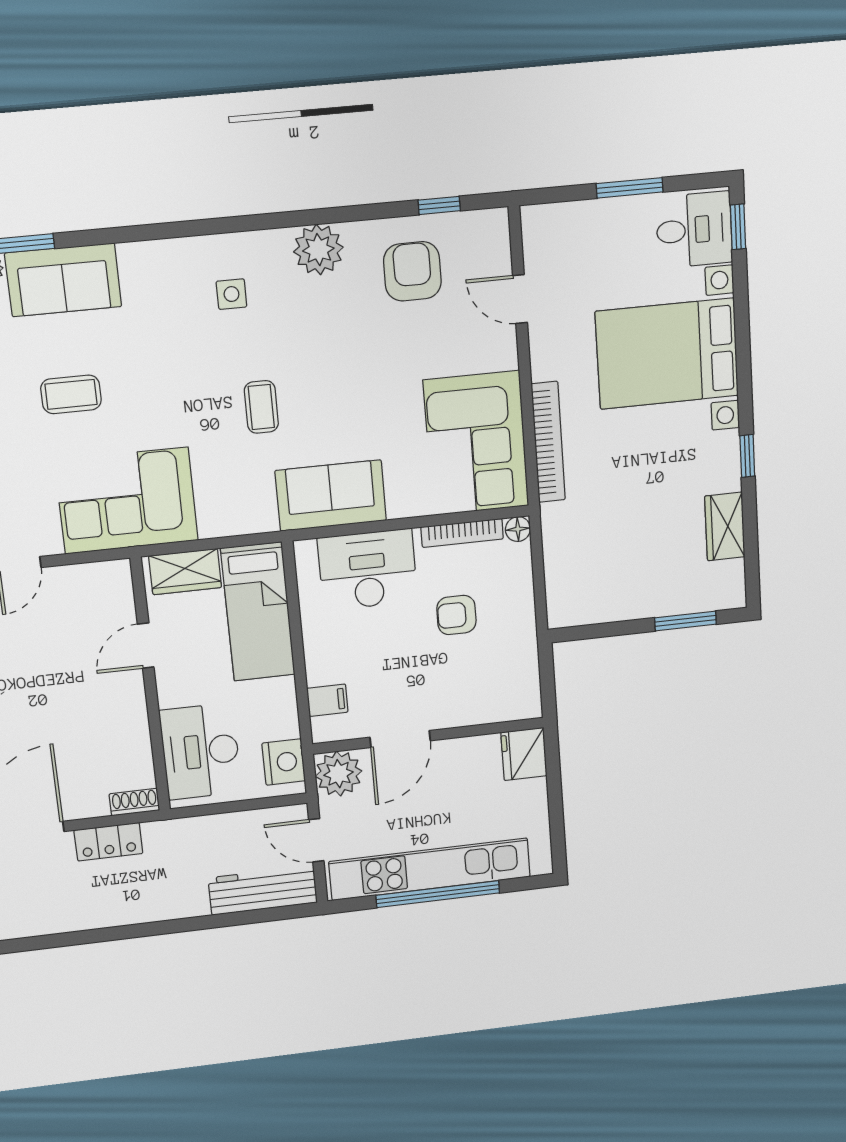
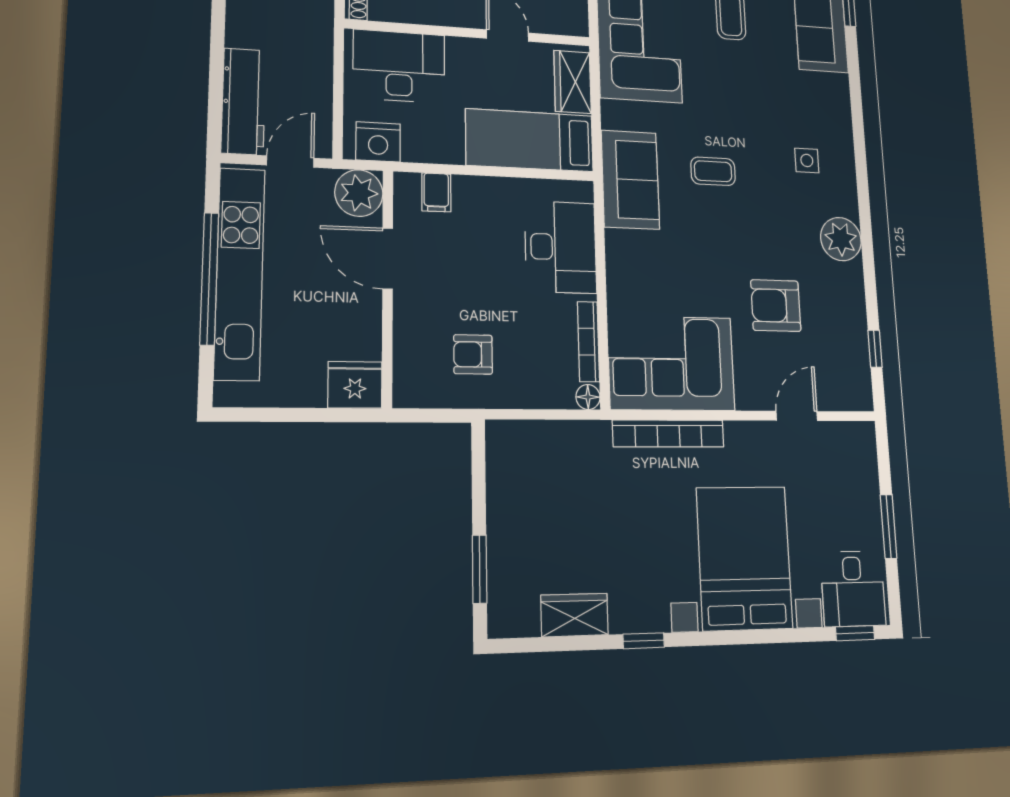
armchair: (412, 271) -> (776, 306), moved, turned 180
sofa: (331, 496) -> (630, 180), moved
armchair: (456, 615) -> (473, 354), moved, turned -90

